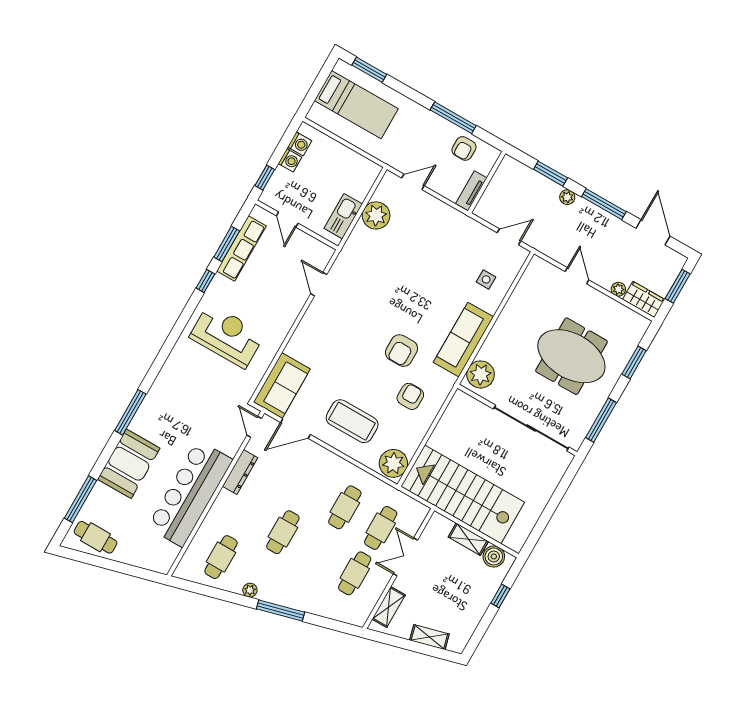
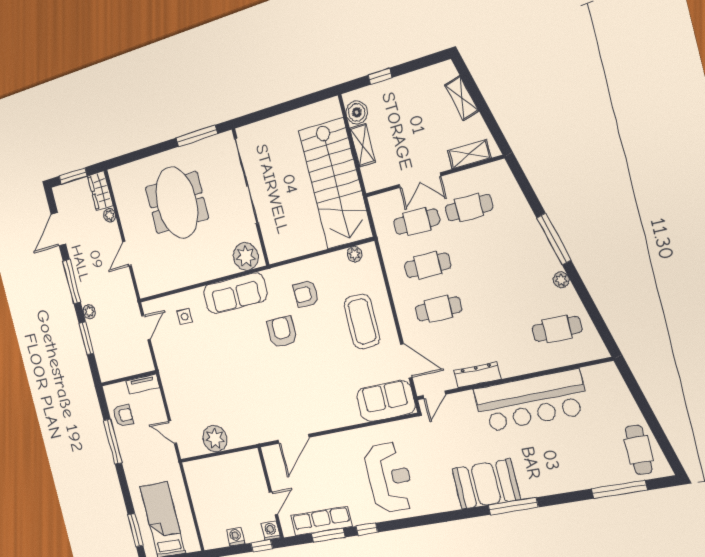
washing machine: (300, 144) -> (271, 531), moved
kitchen sink: (343, 216) -> (236, 463), removed
door: (509, 237) -> (146, 328), swing flipped
door: (319, 284) -> (294, 439), width x1.38
reception desk: (227, 336) -> (389, 477), turned 180
armchair: (402, 351) -> (282, 332), turned -90
window: (634, 362) -> (142, 154), removed
plant: (393, 463) -> (355, 254), width x0.53, depth x0.53
booth: (129, 464) -> (486, 484), moved
cafe table: (283, 532) -> (438, 309), moved

